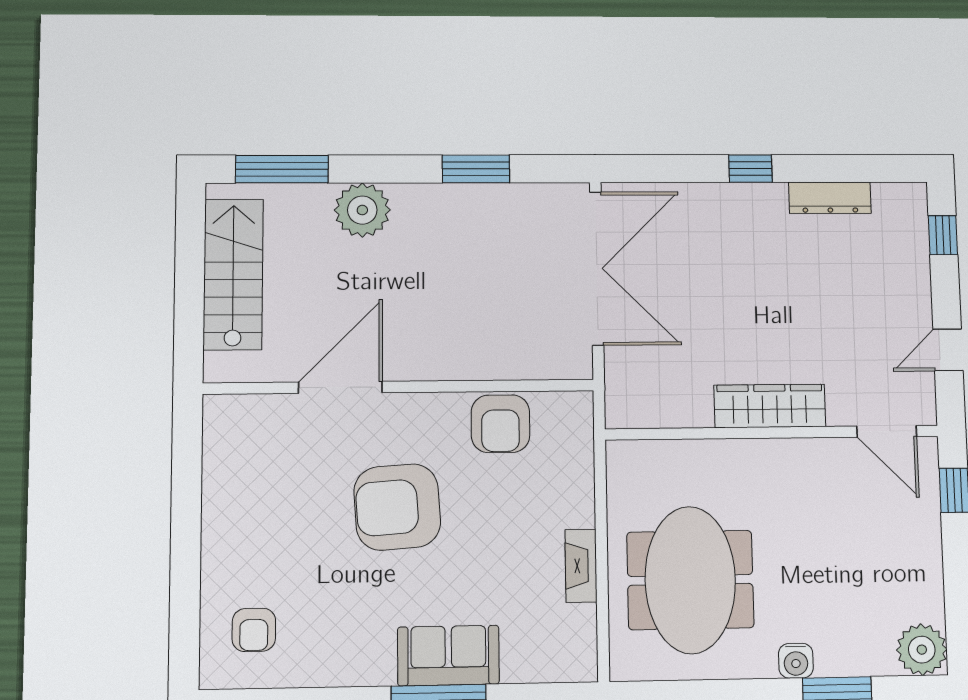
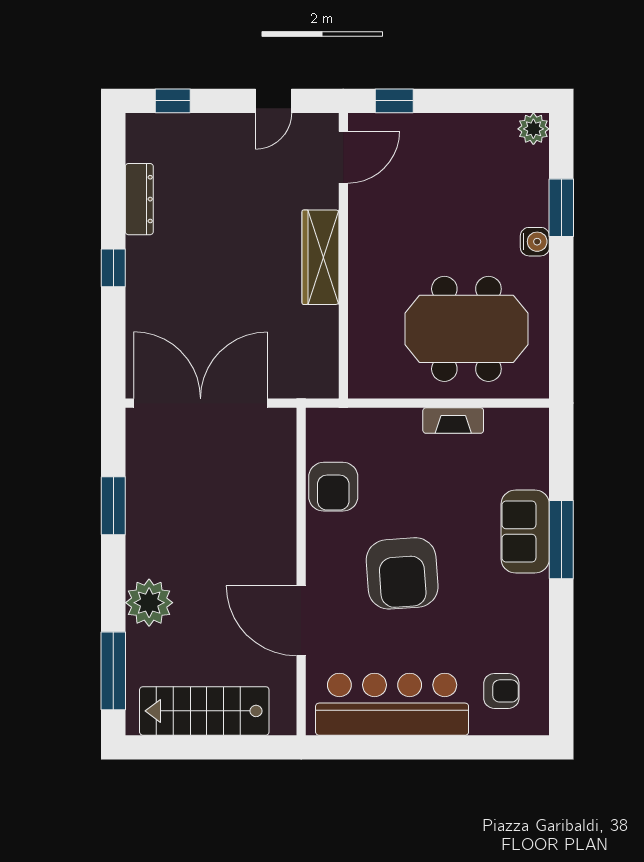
door: (948, 350) -> (273, 101), hinge flipped
armchair: (500, 424) -> (333, 487), turned 90
bar counter: (239, 497) -> (392, 704), added
plant: (922, 650) -> (533, 129), width x0.73, depth x0.73

